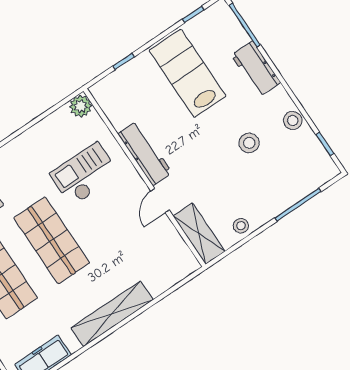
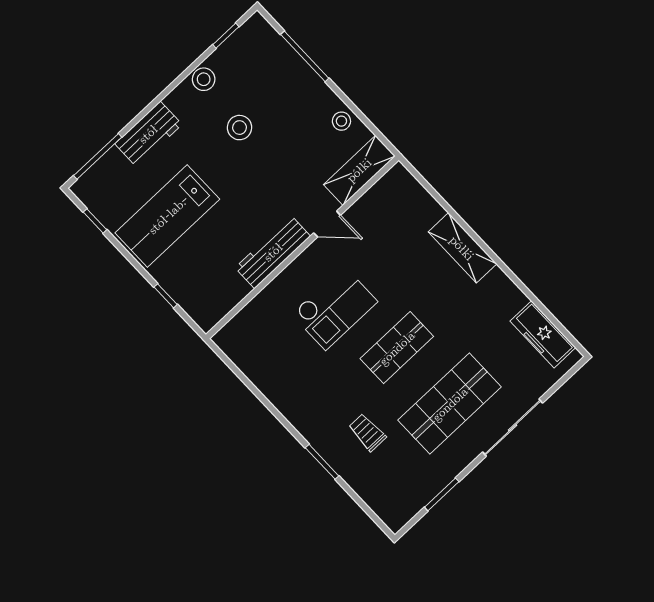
plant: (81, 106) -> (229, 339), removed
checkout: (85, 174) -> (334, 308), moved, turned -90
shop shelf: (52, 240) -> (397, 348), width x0.70, depth x0.74
shelving: (112, 314) -> (462, 248), width x0.68

